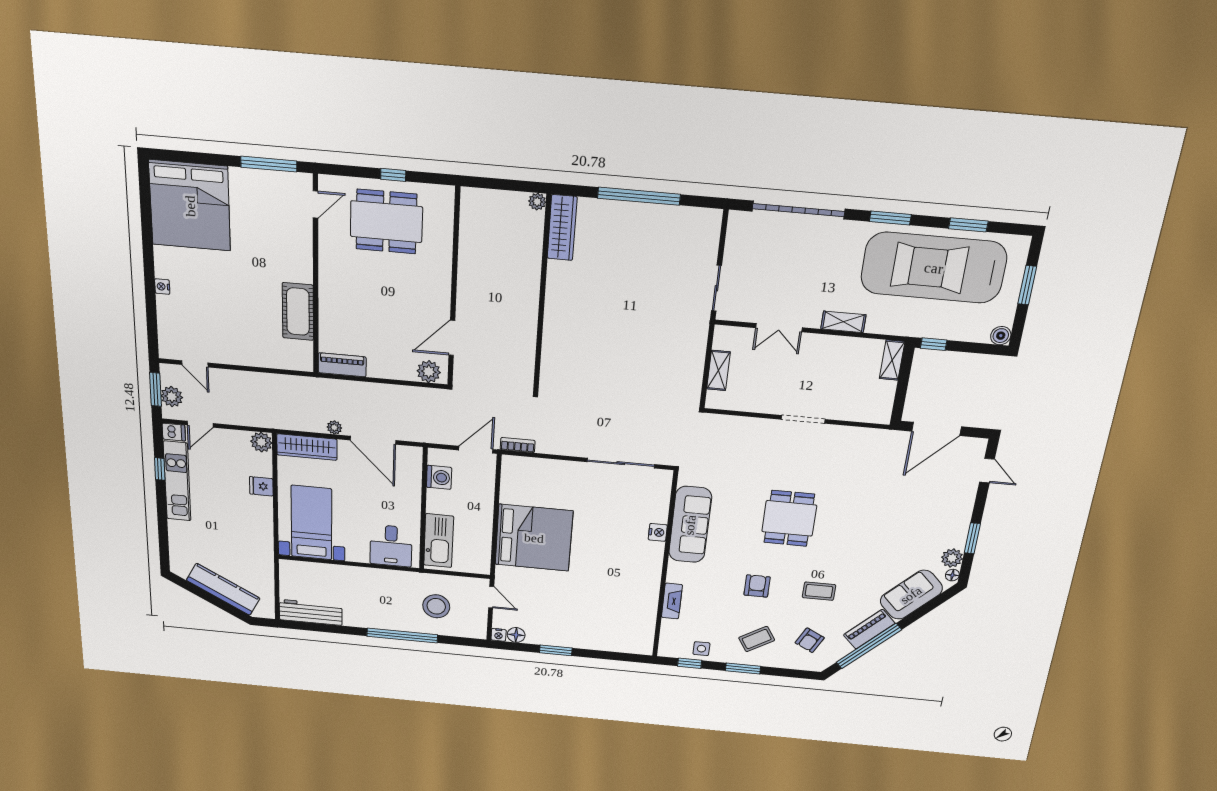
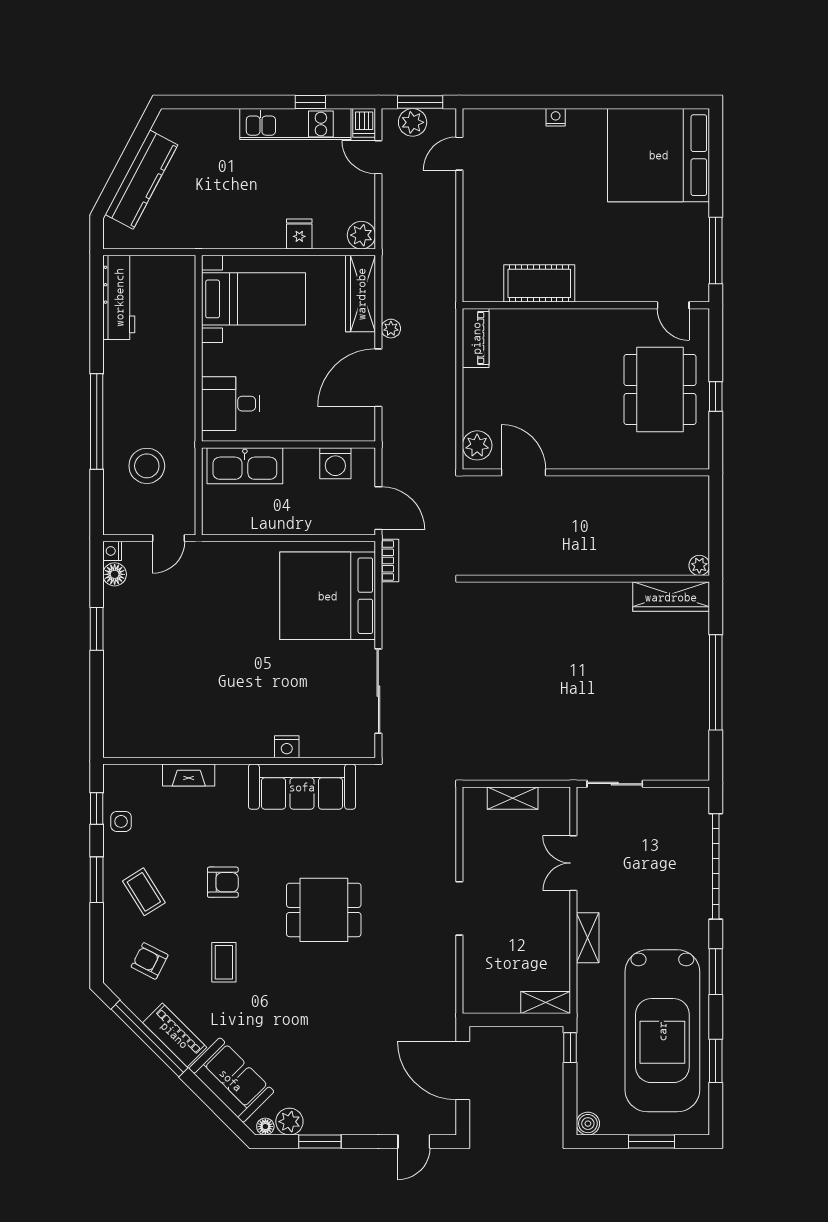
car: (934, 268) -> (662, 1031), turned 180
bed: (534, 538) -> (328, 596), moved, turned 90

